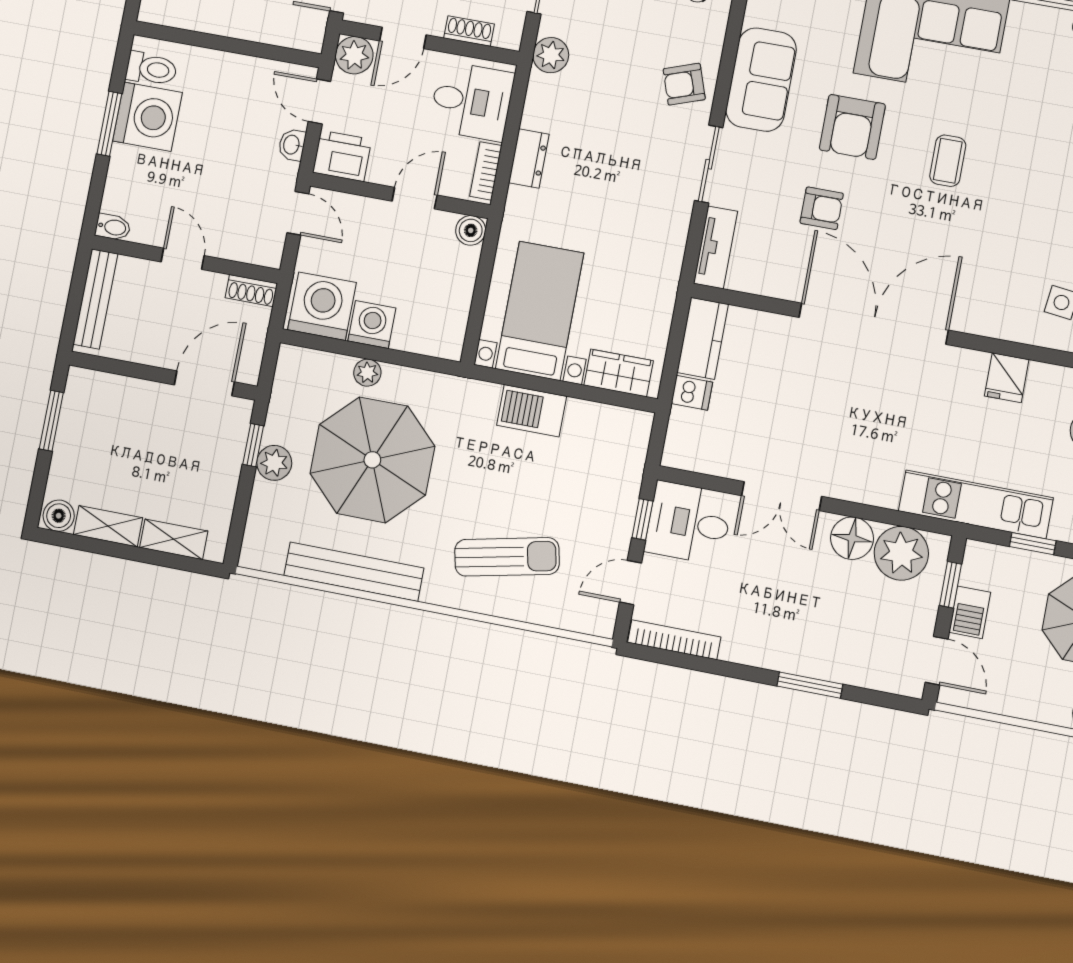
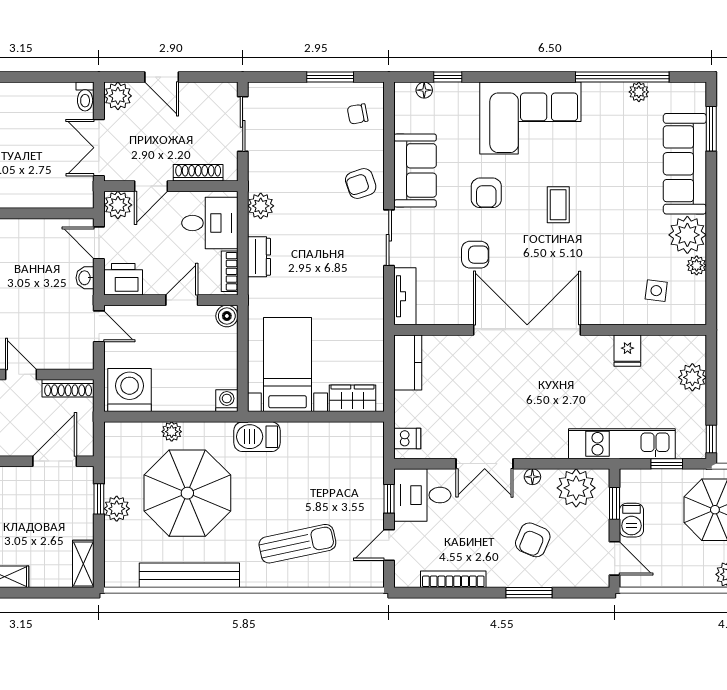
shoe rack: (469, 31) -> (198, 173), width x1.43
plant: (551, 55) -> (261, 206), moved
armchair: (852, 127) -> (486, 193), width x0.72, depth x0.72
shoe rack: (251, 291) -> (68, 388), width x1.43
washing machine: (372, 325) -> (227, 401), moved, width x0.73, depth x0.73
dishwasher: (692, 393) -> (407, 439), moved
barbecue: (532, 411) -> (257, 437), moved
floor lamp: (852, 538) -> (532, 477), width x0.53, depth x0.53
shelving: (174, 539) -> (83, 564), moved, turned 90
armchair: (828, 613) -> (533, 540), added
bookcase: (674, 640) -> (453, 579), moved

